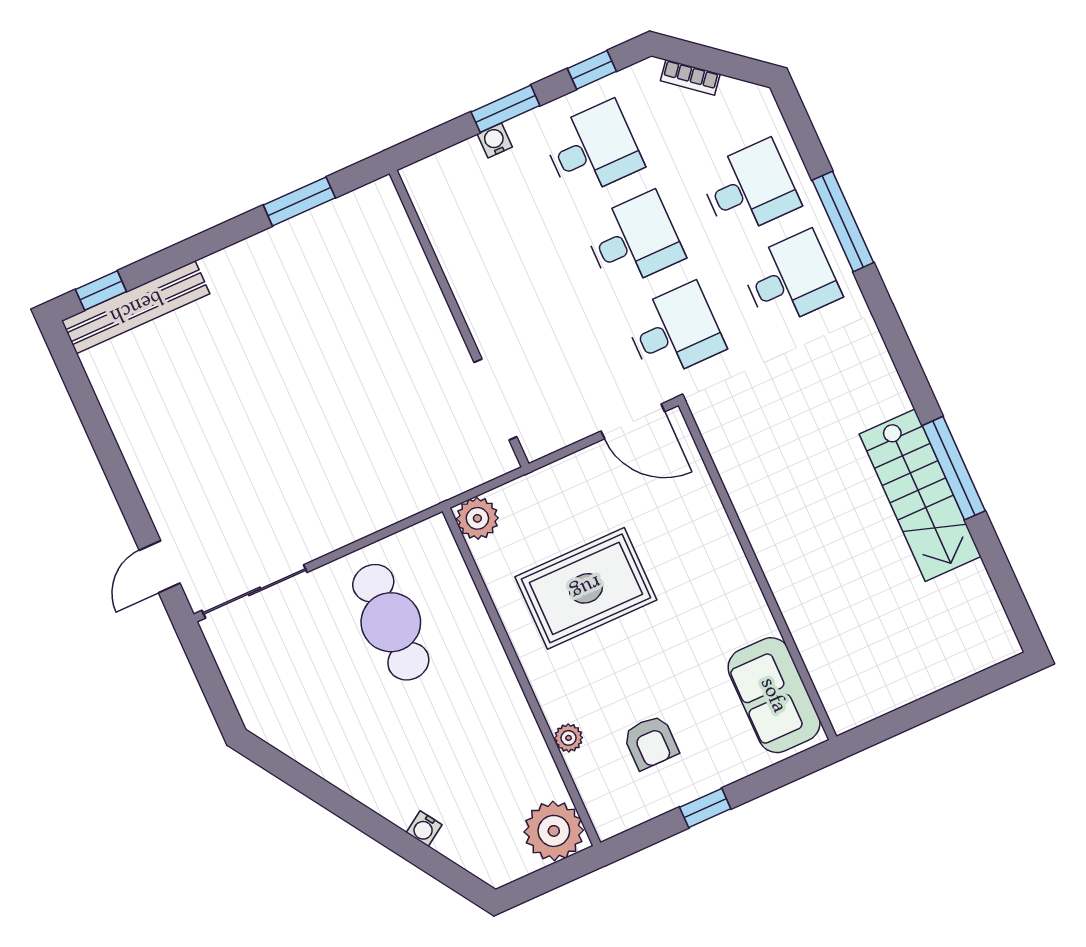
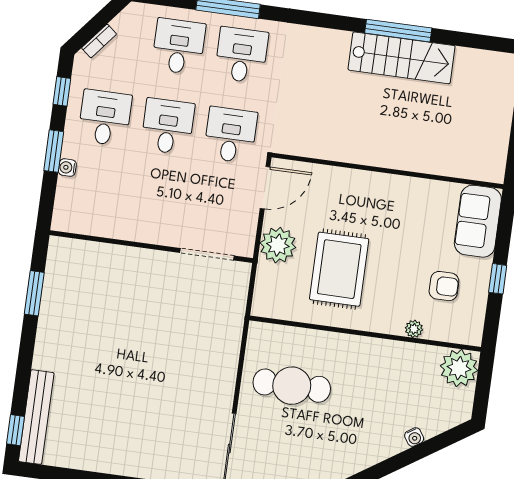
plant: (477, 518) -> (278, 245), moved, width x1.36, depth x1.36
sofa: (774, 695) -> (478, 221), moved, turned 90

